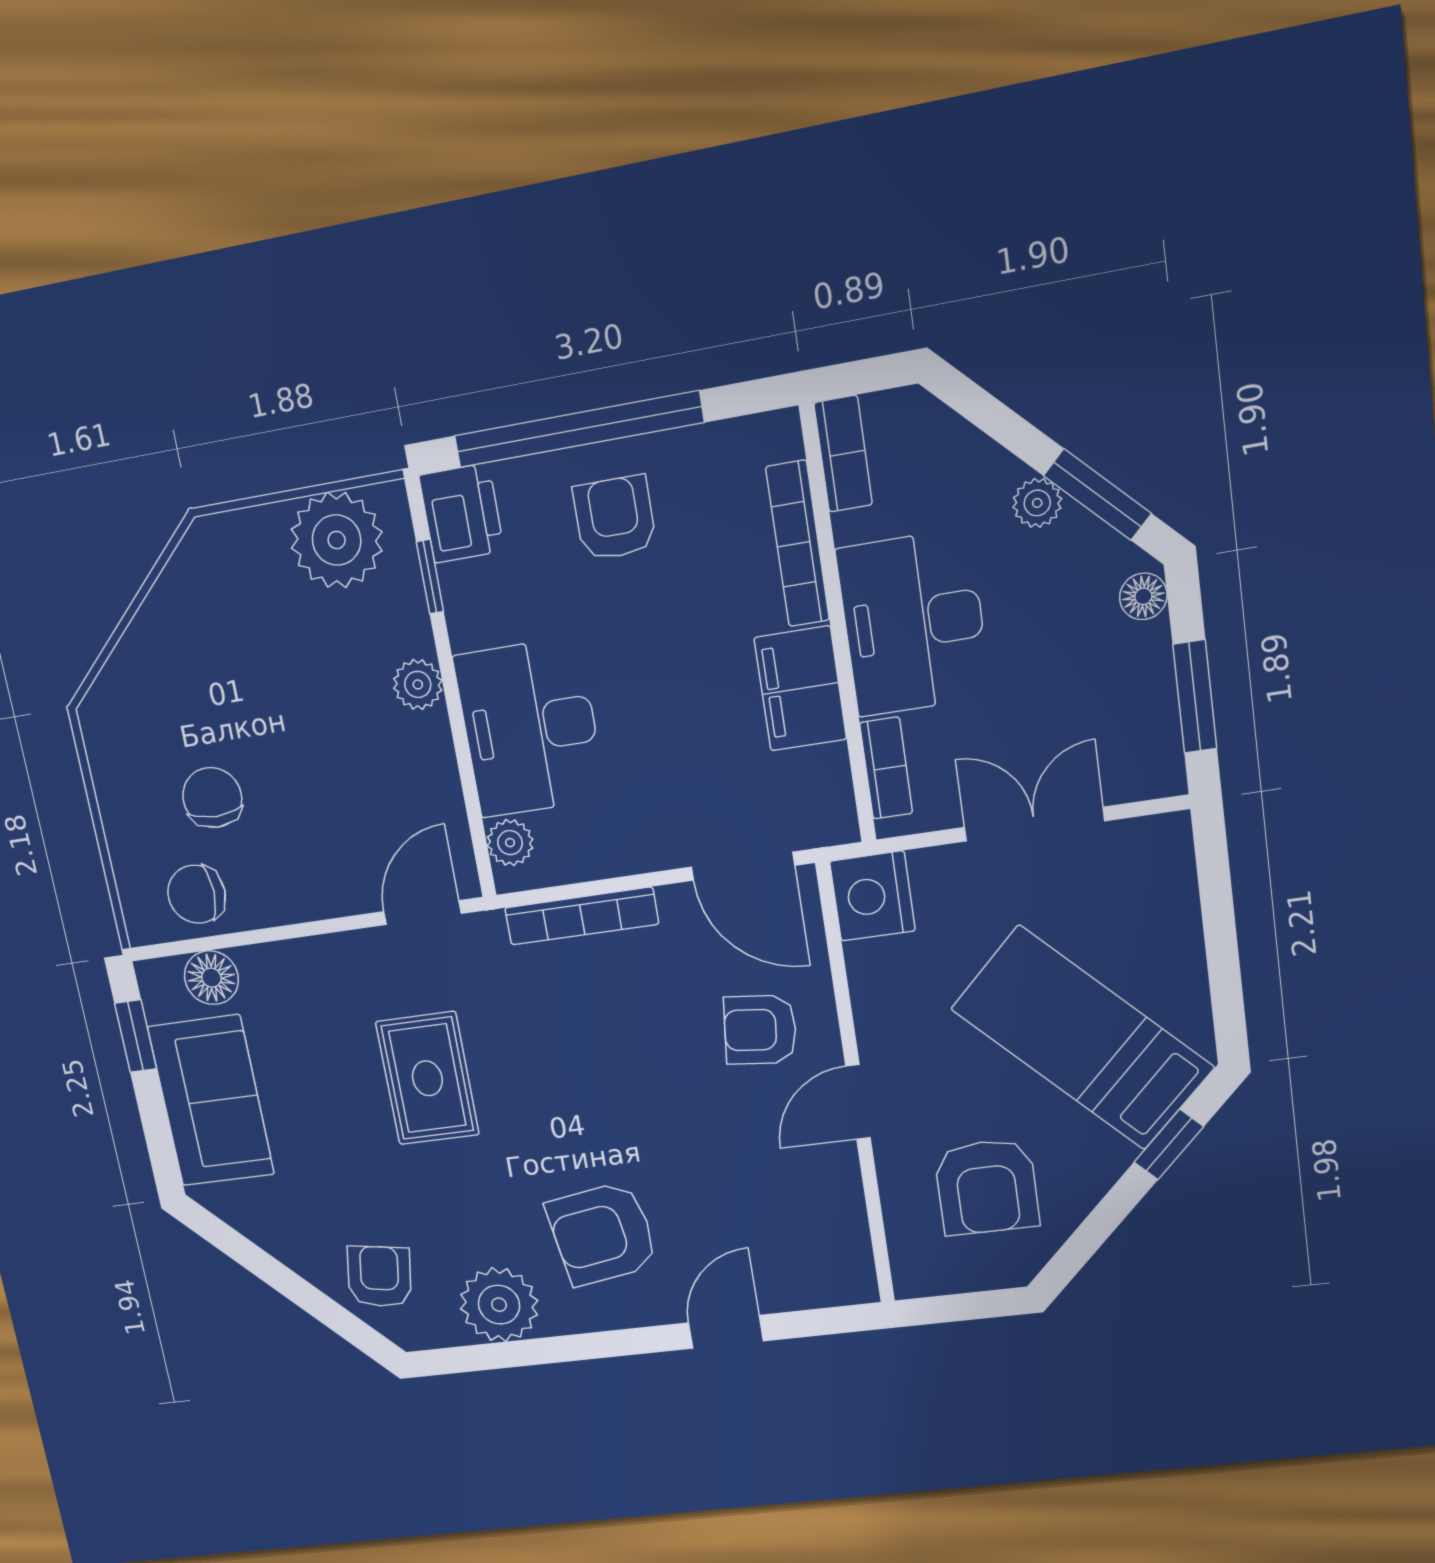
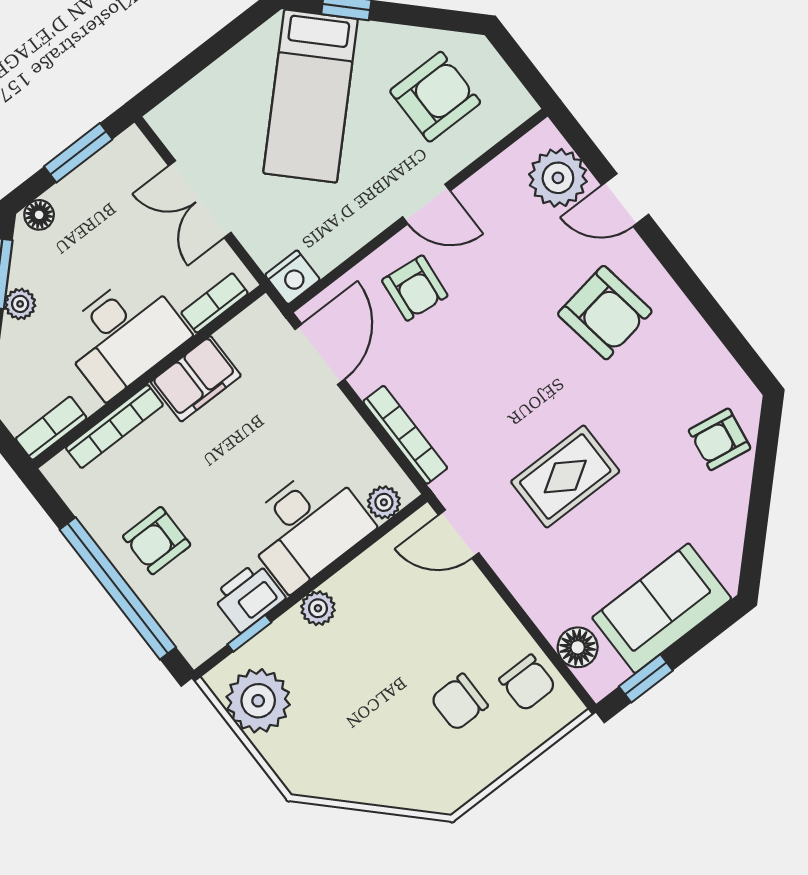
printer: (461, 513) -> (249, 597), moved
nightstand: (872, 896) -> (292, 277), width x0.74, depth x0.75
plant: (499, 1305) -> (558, 178), moved

